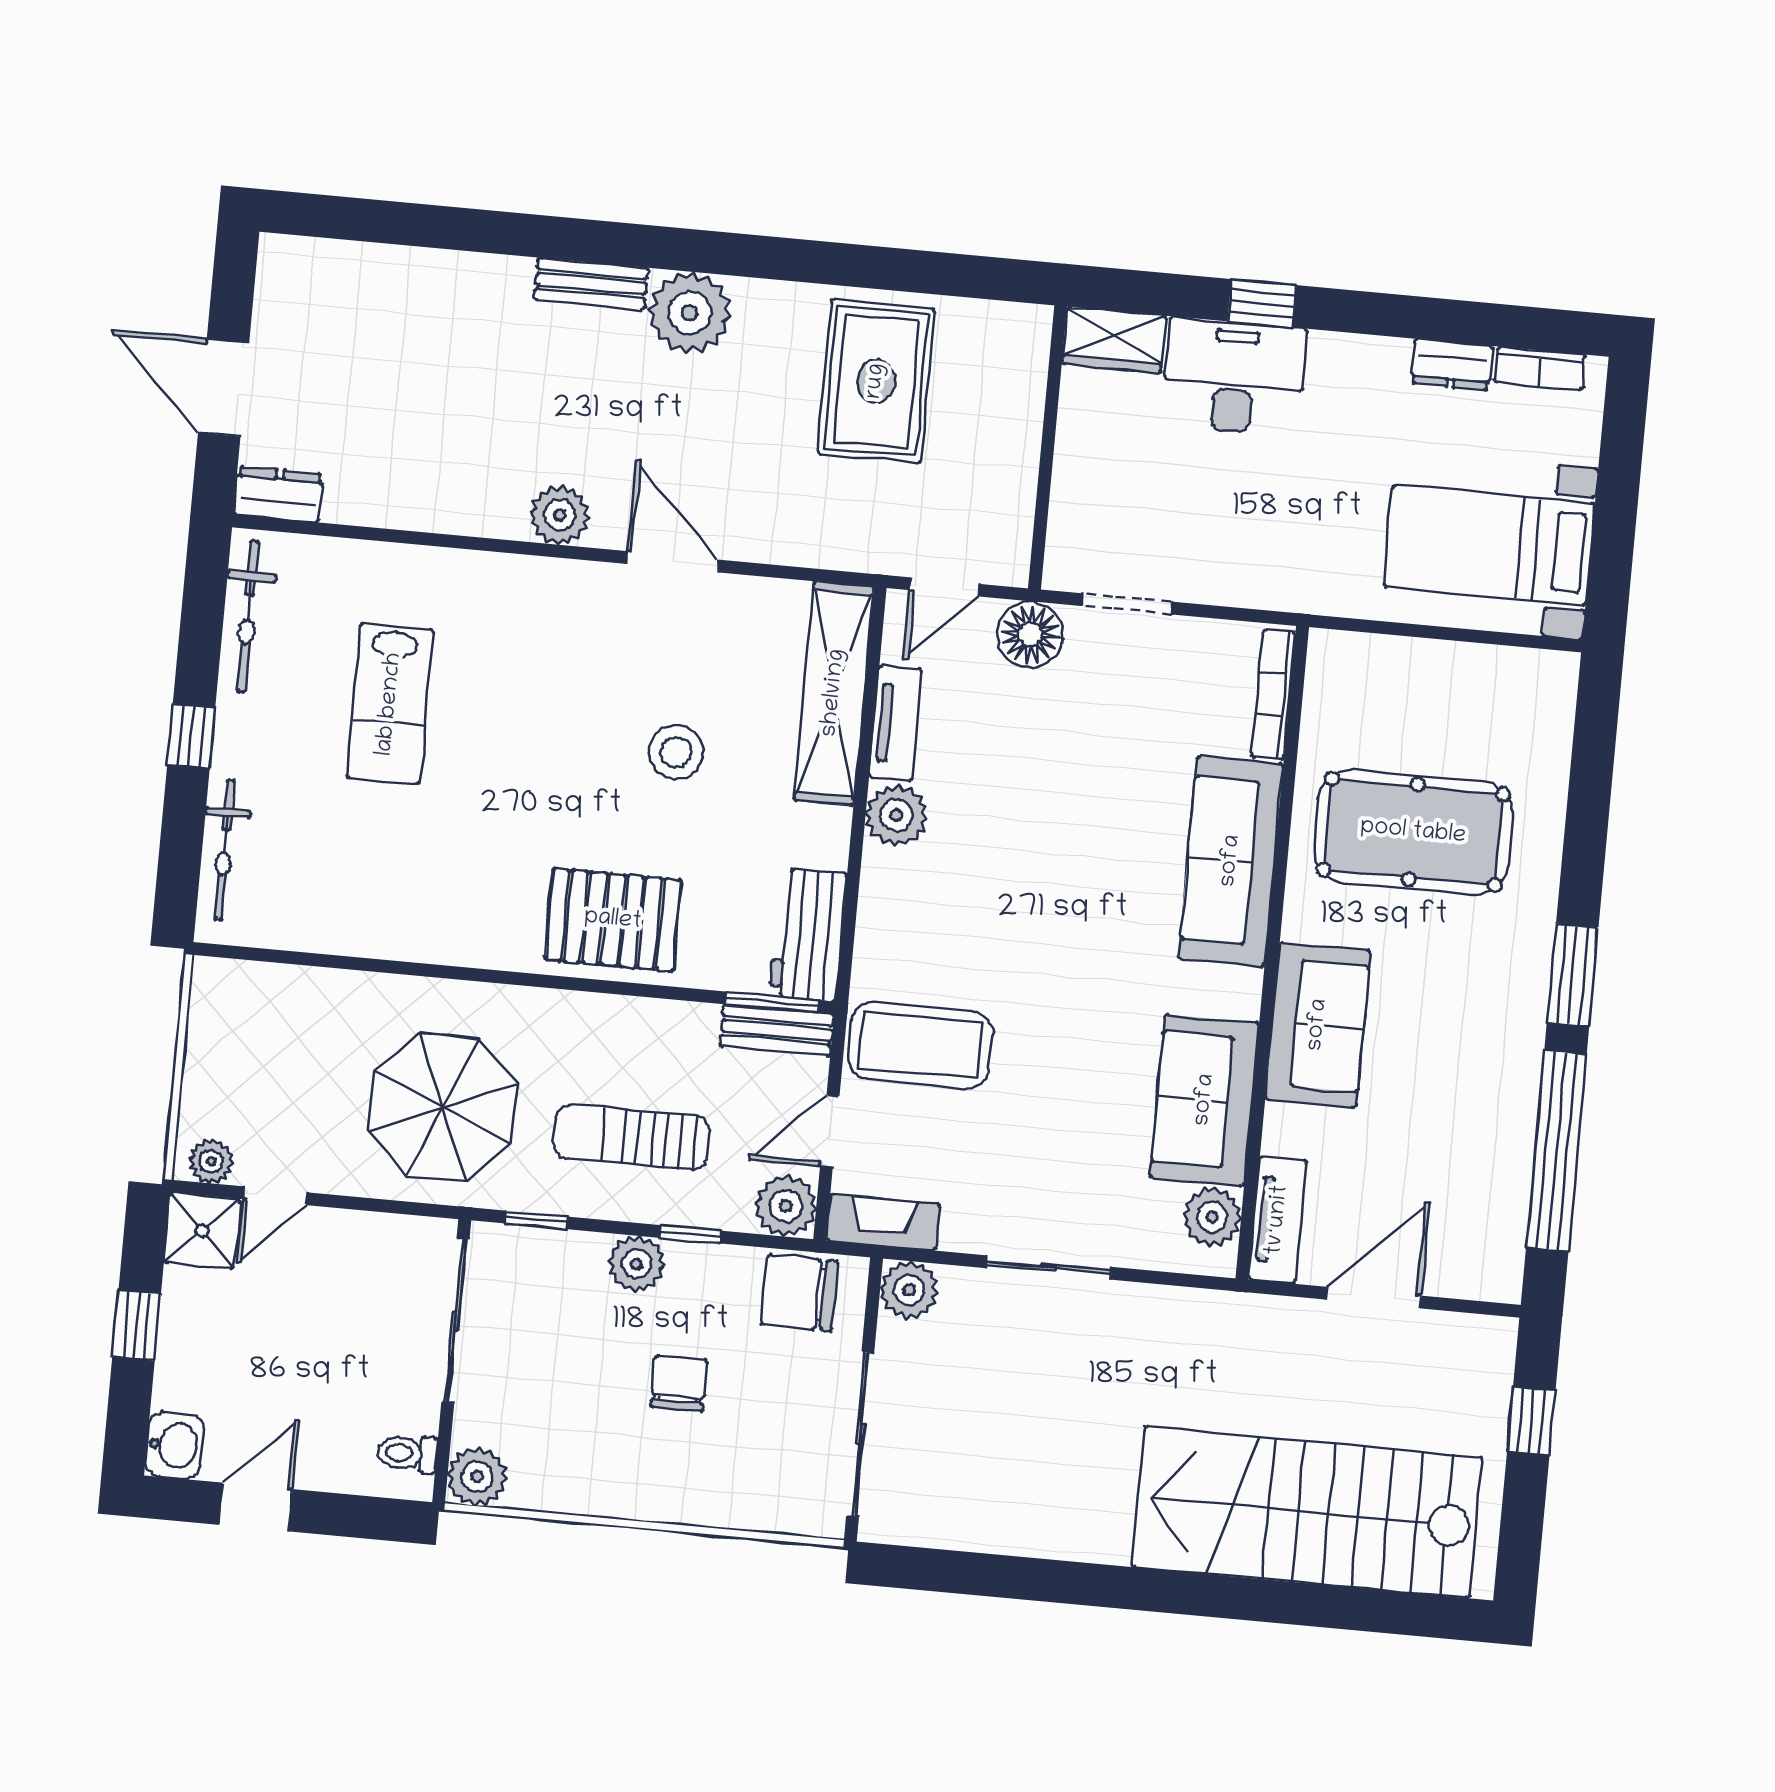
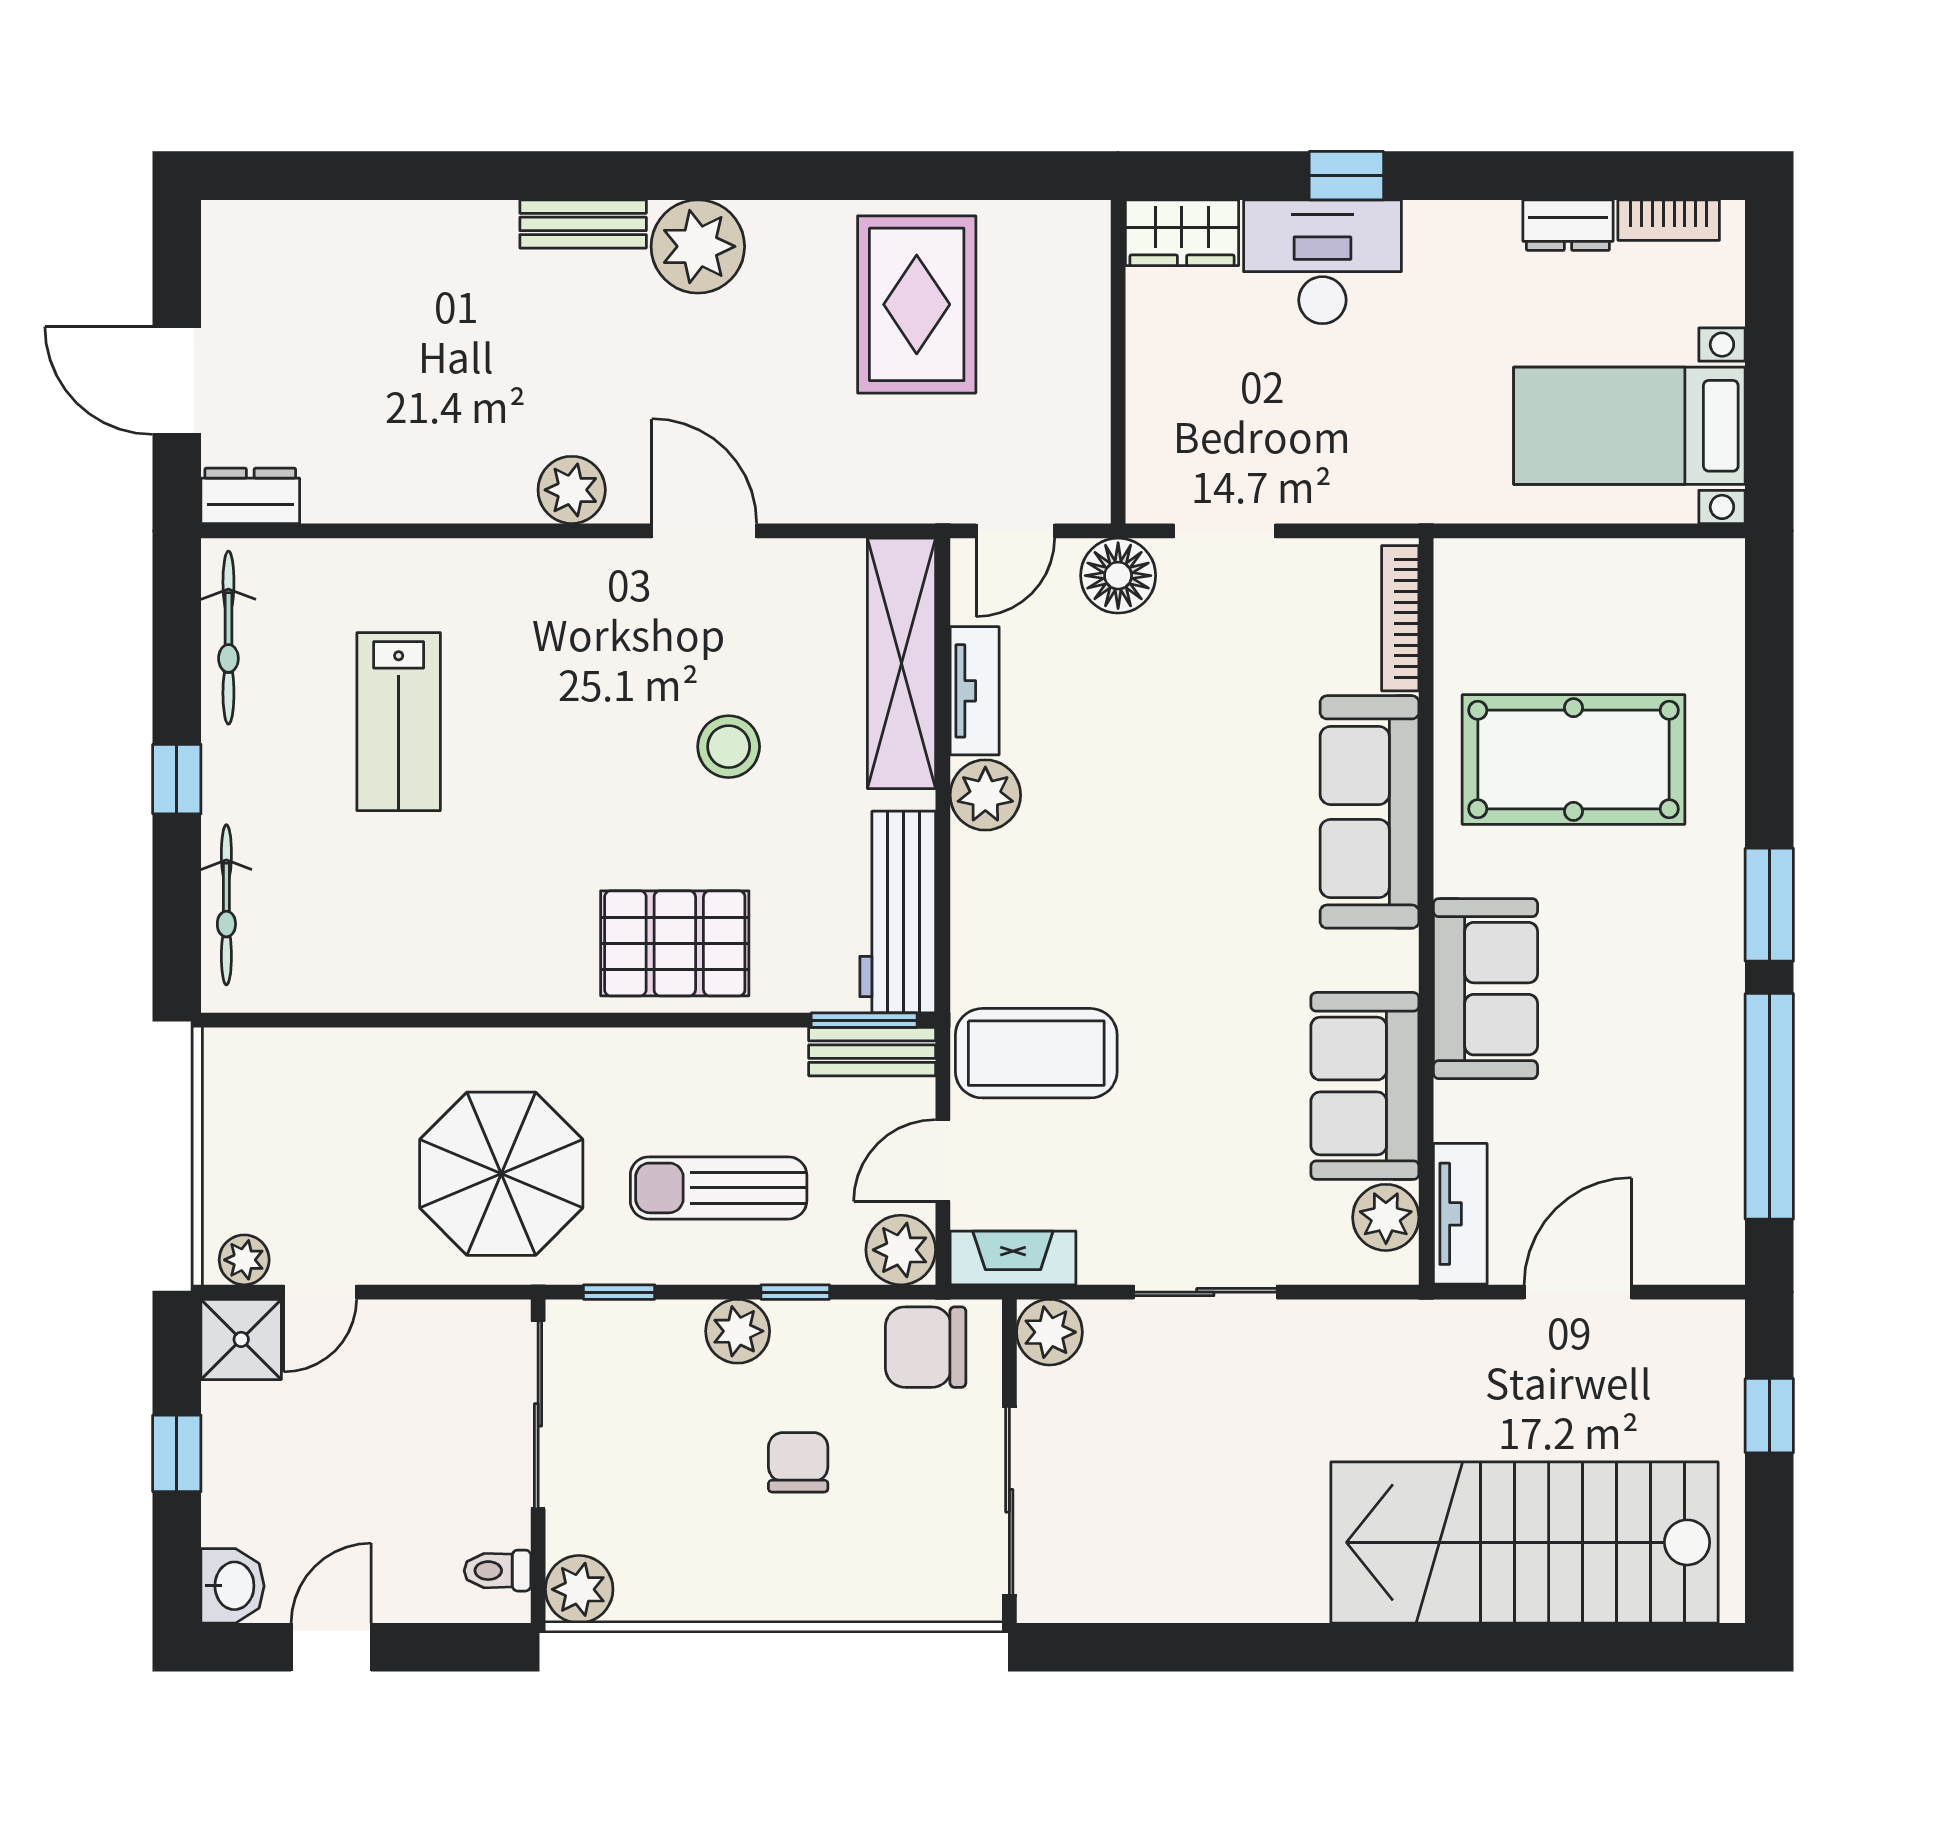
workbench: (808, 935) -> (898, 912), width x1.38

